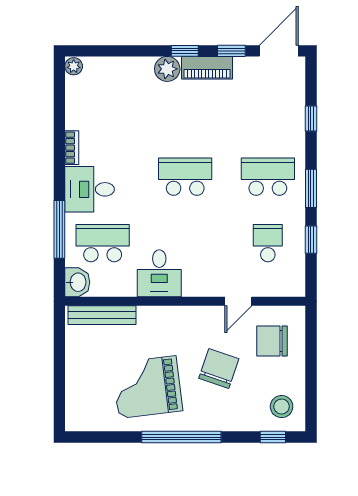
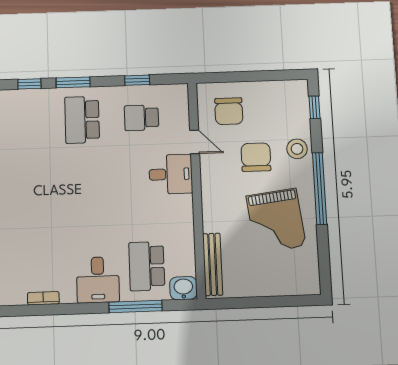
bookcase: (72, 148) -> (43, 298), moved
school desk: (185, 177) -> (84, 193), removed
window: (311, 188) -> (73, 82), moved
desk: (159, 273) -> (171, 174), moved
chair: (219, 369) -> (256, 157), turned 71
stool: (282, 407) -> (297, 149), moved

